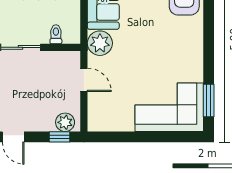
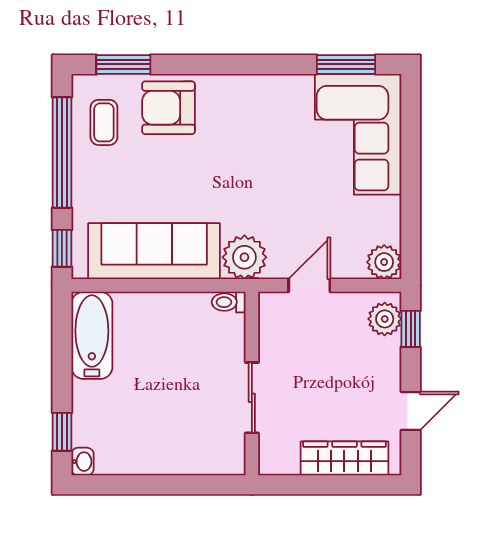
toilet: (56, 34) -> (229, 302), moved
plant: (97, 122) -> (384, 262), added

